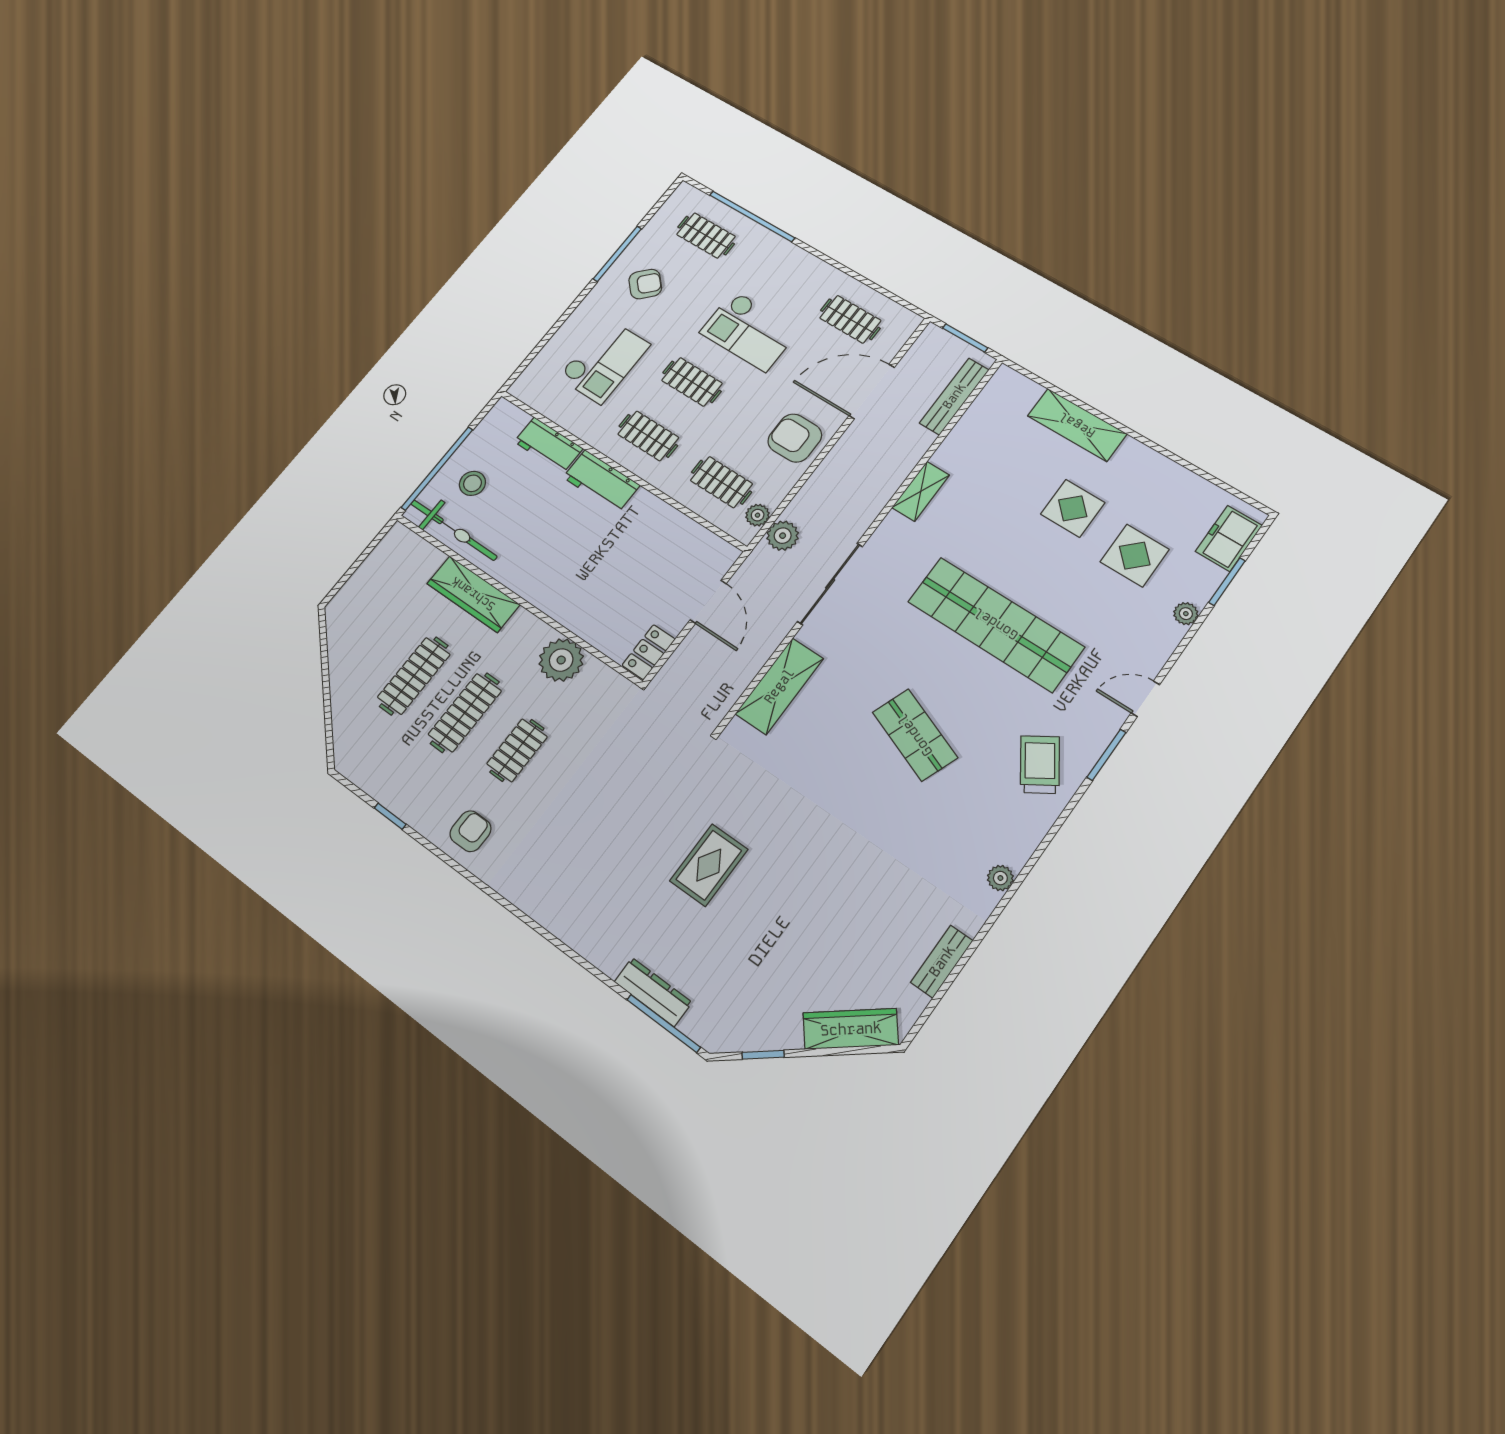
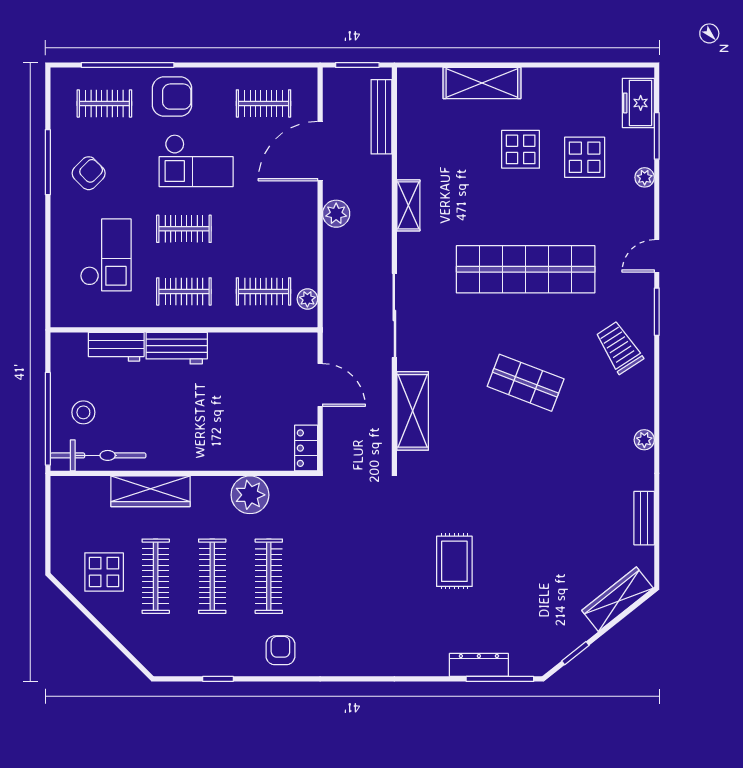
armchair: (795, 438) -> (172, 97), moved, turned 180
plant: (783, 536) -> (336, 214), moved
display table: (372, 639) -> (104, 572), added
clothes rail: (517, 750) -> (269, 576), width x1.36

